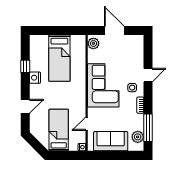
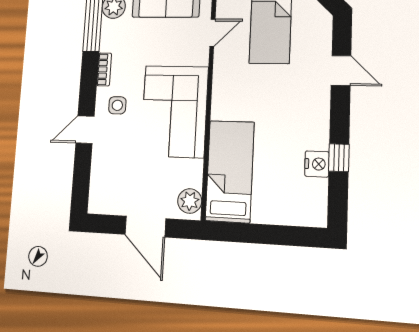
bed: (59, 58) -> (230, 171), moved
nightstand: (35, 78) -> (317, 164), moved
door: (25, 106) -> (341, 70), swing flipped

